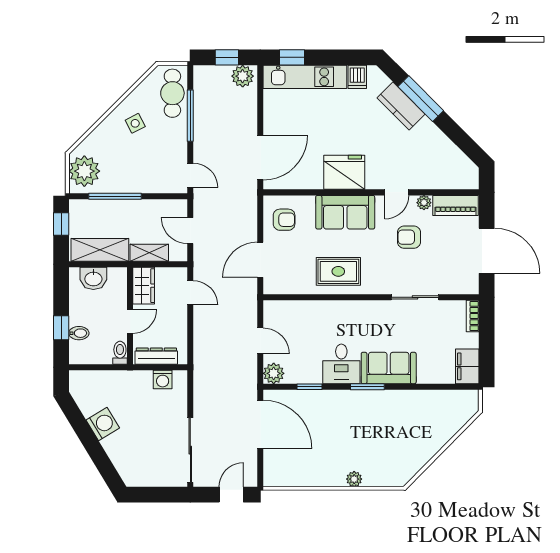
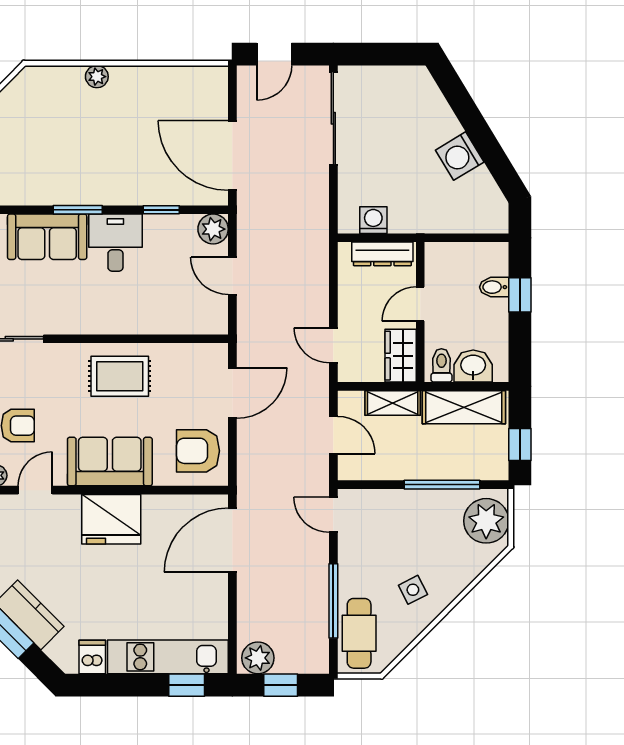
armchair: (284, 220) -> (198, 451), width x1.38, depth x1.38
toilet: (120, 353) -> (441, 365), moved, turned 180

